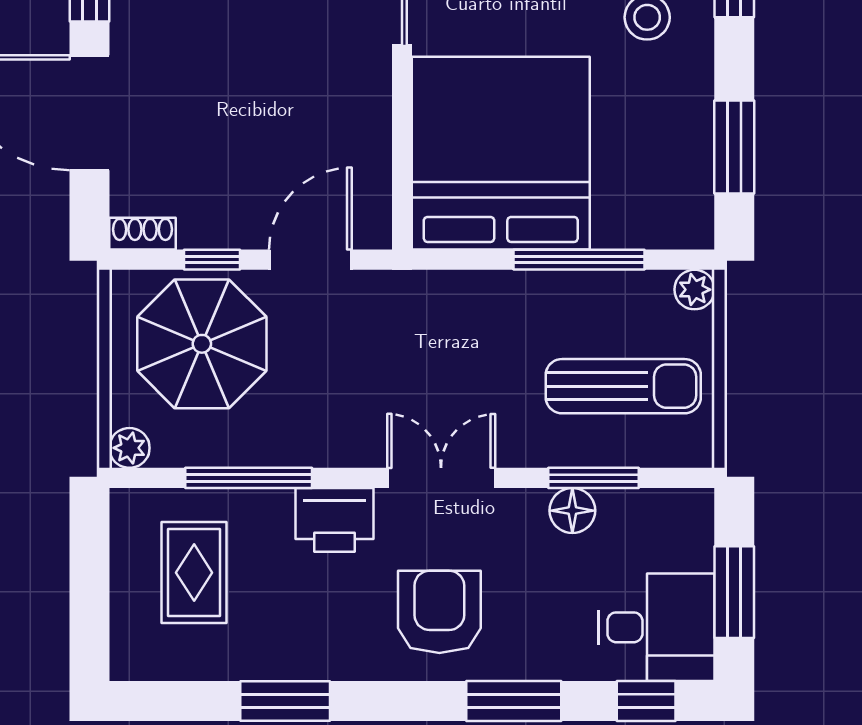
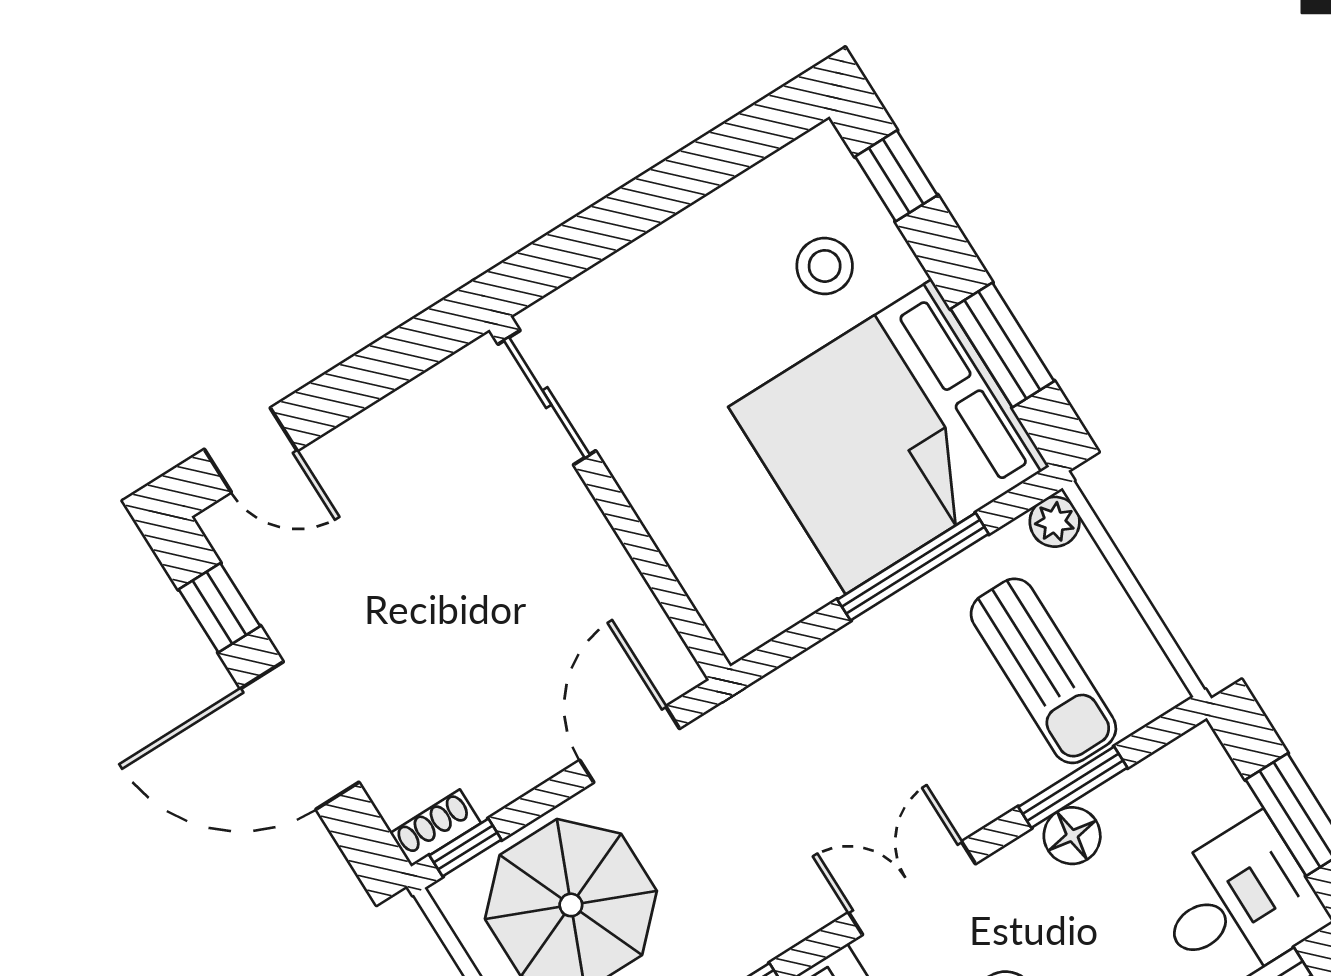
bed: (501, 153) -> (889, 437), moved, turned -90
window: (212, 260) -> (465, 847), moved
sun lounger: (623, 386) -> (1043, 671), turned 90

